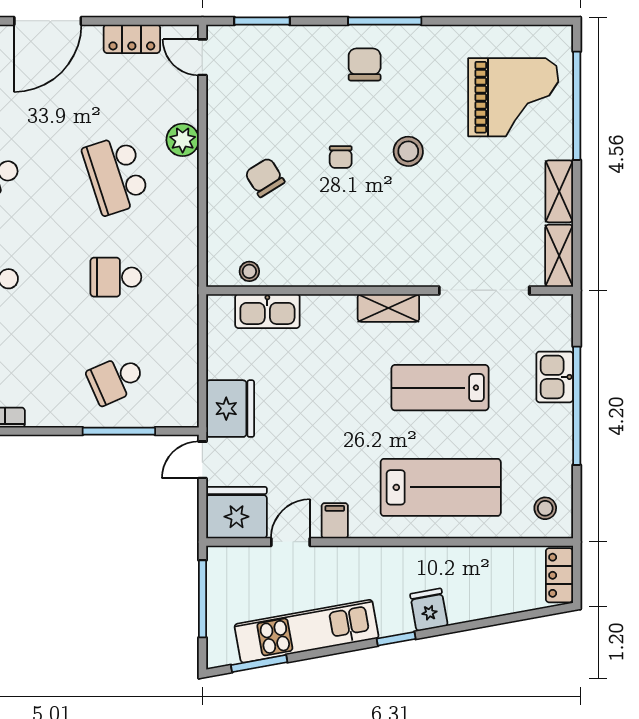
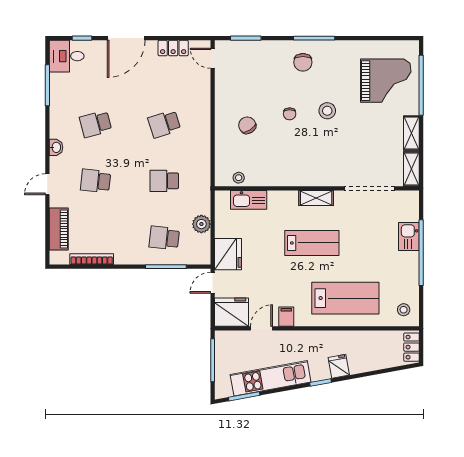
chair: (365, 64) -> (303, 62), turned 180
plant: (183, 140) -> (201, 224), moved
school desk: (116, 175) -> (164, 124), width x0.54
school desk: (116, 379) -> (164, 238), turned 30
lab bench: (440, 388) -> (312, 243), moved, turned 180

